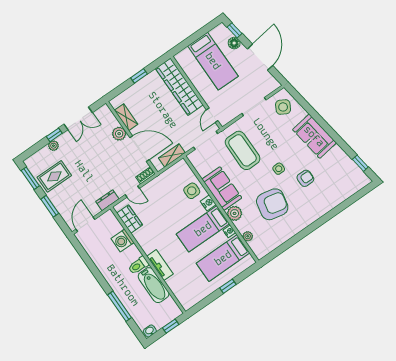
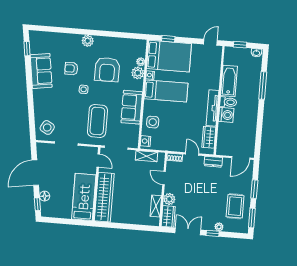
bed: (213, 61) -> (84, 197), moved
window: (139, 76) -> (125, 226), removed
door: (212, 115) -> (98, 161), hinge flipped
wardrobe: (107, 117) -> (168, 216), added
sofa: (314, 136) -> (41, 71), moved
door: (139, 149) -> (164, 178), width x0.53
rug: (54, 176) -> (235, 206), turned 90
nightstand: (208, 203) -> (145, 141), moved
armchair: (272, 204) -> (107, 69), turned -102
plant: (235, 213) -> (138, 73), moved
plant: (311, 216) -> (88, 41), added
washing machine: (123, 241) -> (226, 115), moved
bed: (223, 258) -> (169, 56), width x1.50
tv unit: (160, 265) -> (212, 108), moved, width x1.41
window: (228, 286) -> (168, 39), moved
door: (199, 306) -> (210, 42), added

